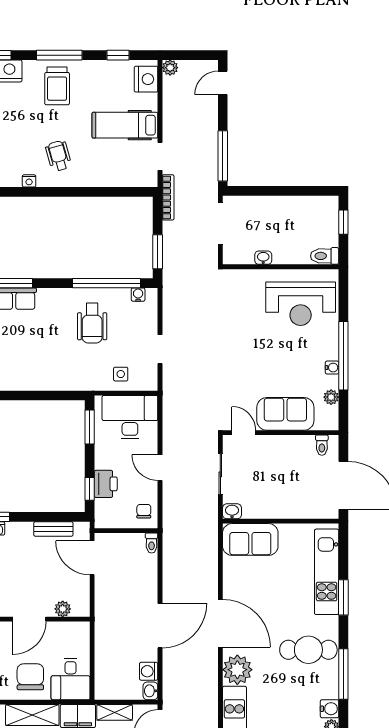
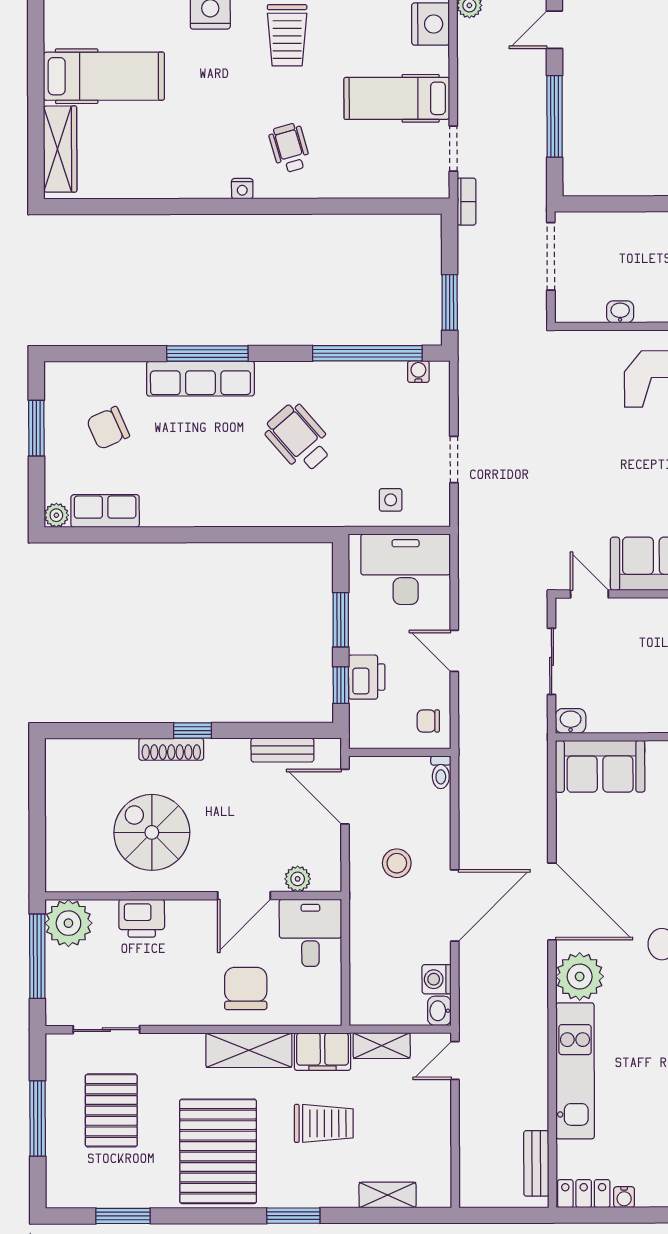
window: (223, 156) -> (555, 116), moved
bookcase: (168, 197) -> (466, 202), width x0.64
wheelchair: (92, 323) -> (299, 438), moved, turned 139
window: (90, 427) -> (341, 620), moved
chair: (144, 511) -> (428, 721), turned -90
stool: (124, 599) -> (397, 863), added
desk: (71, 679) -> (310, 933), moved, turned 180

